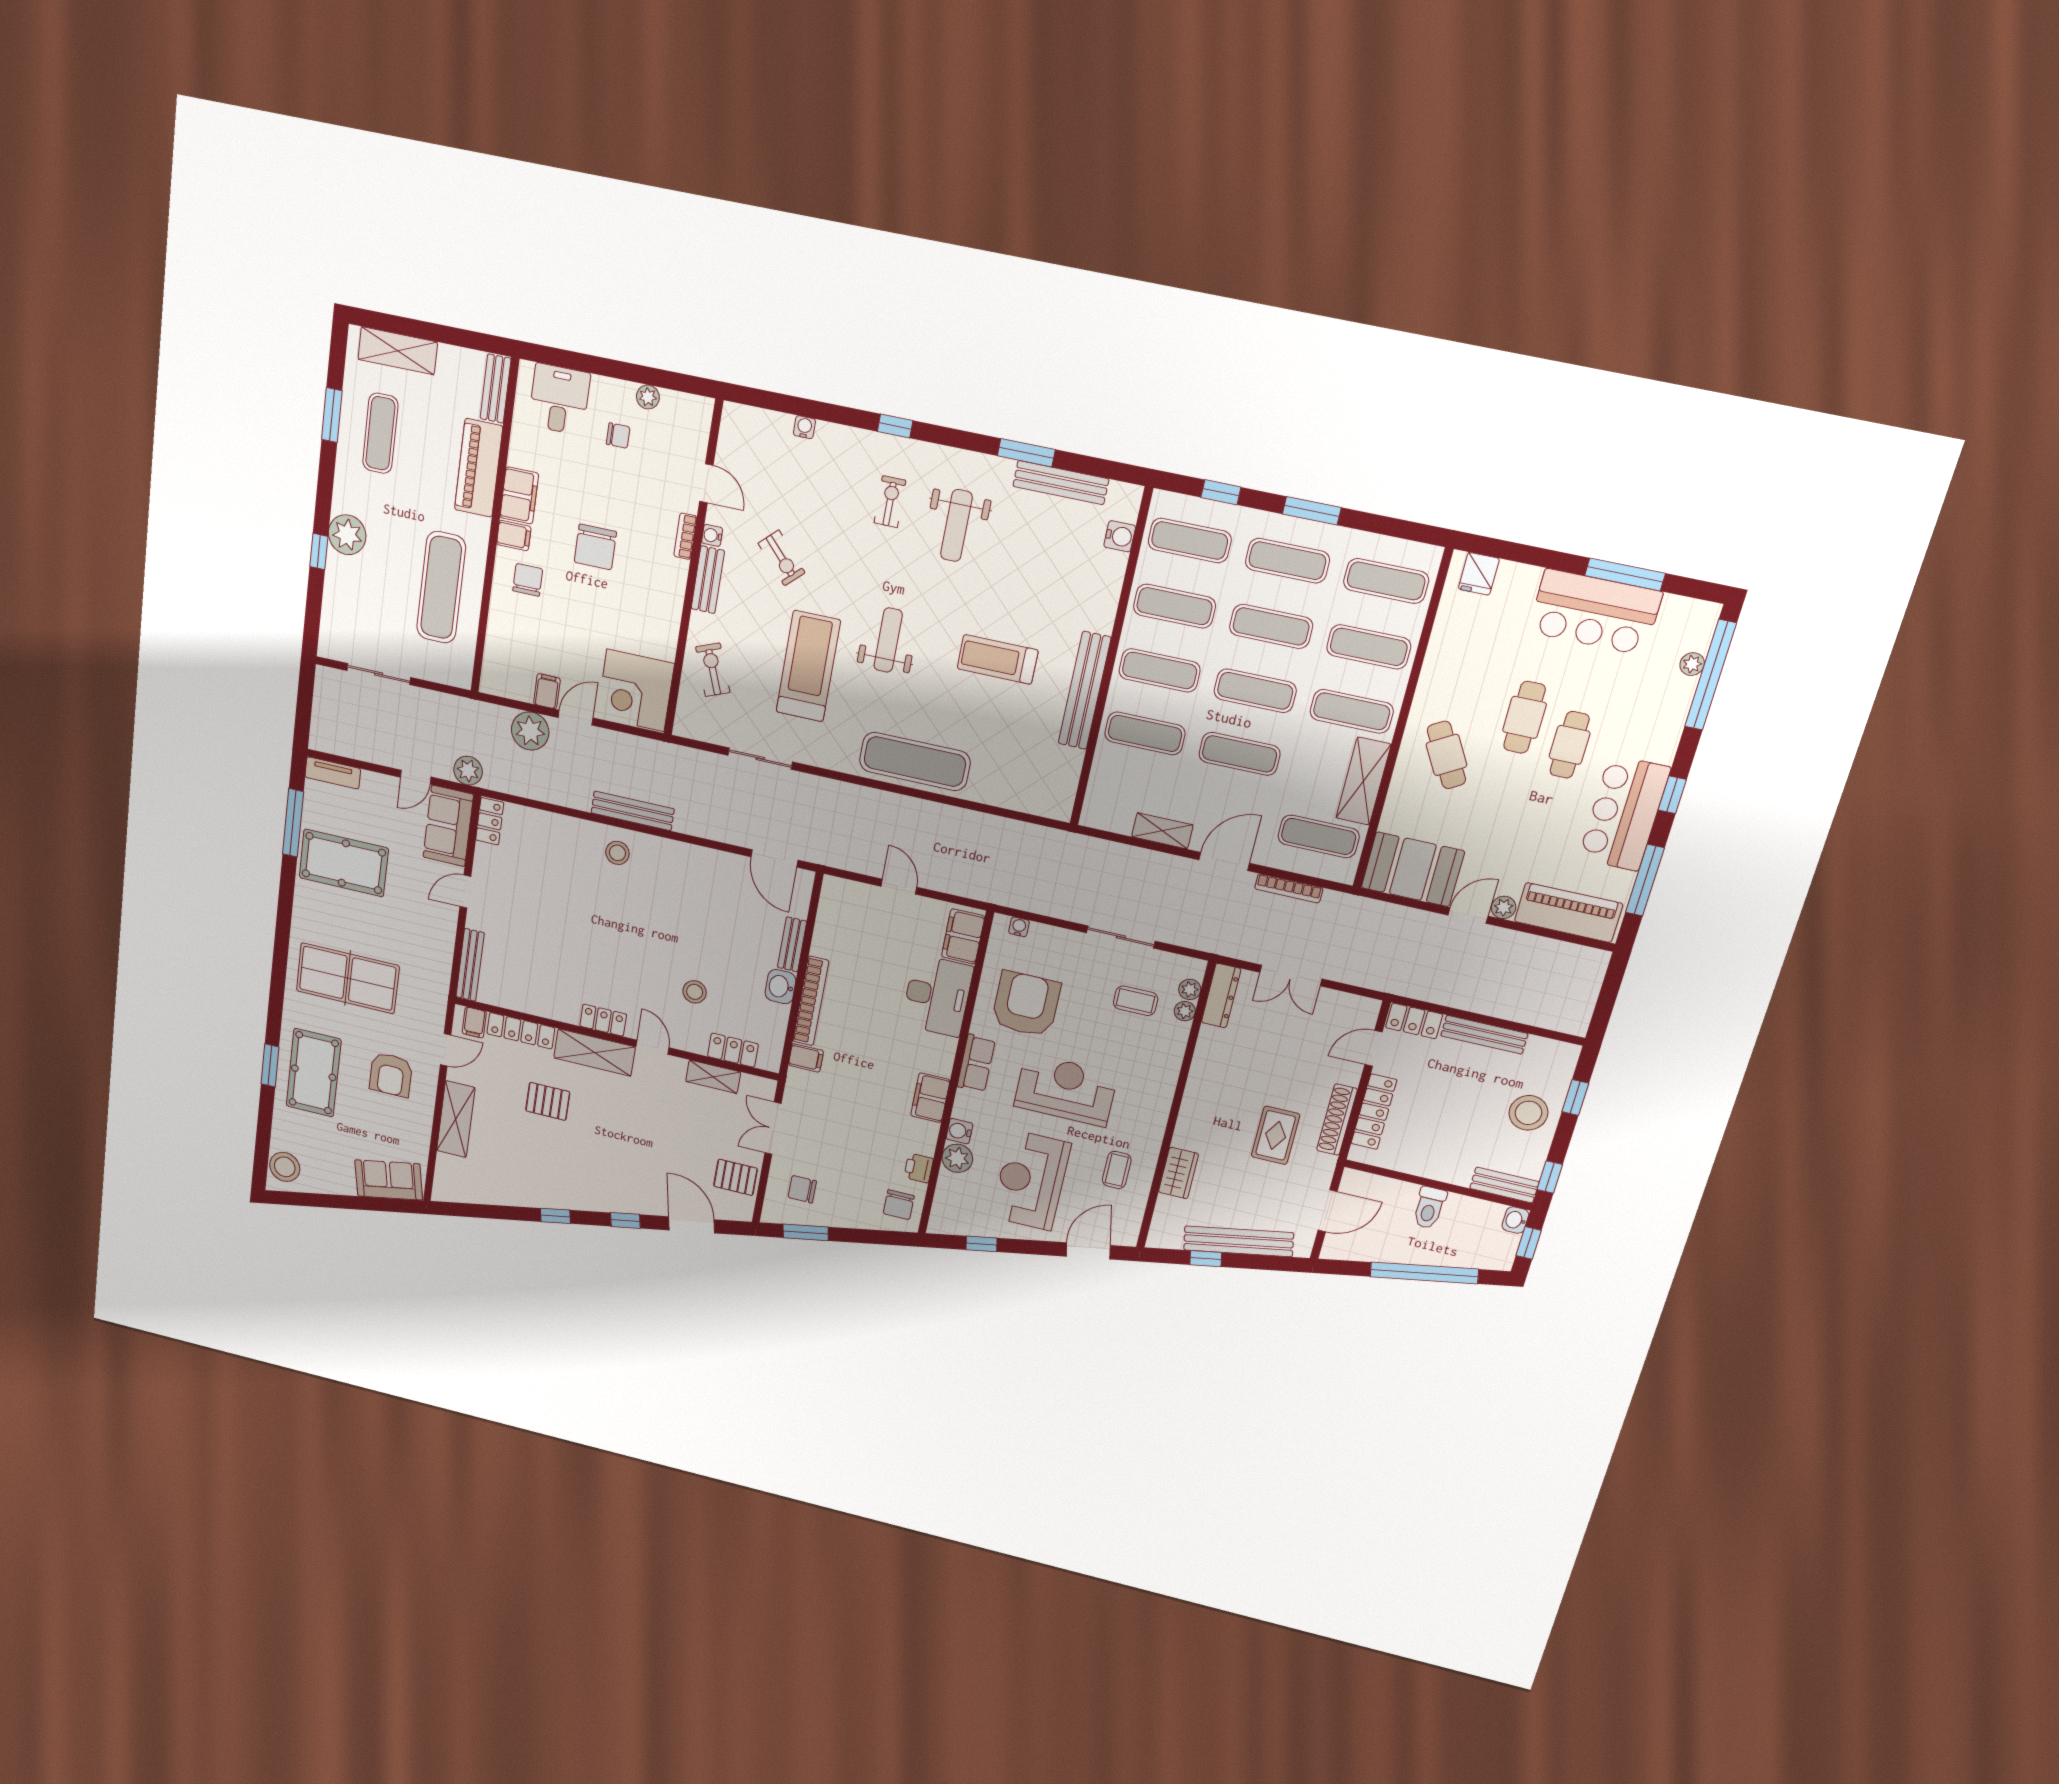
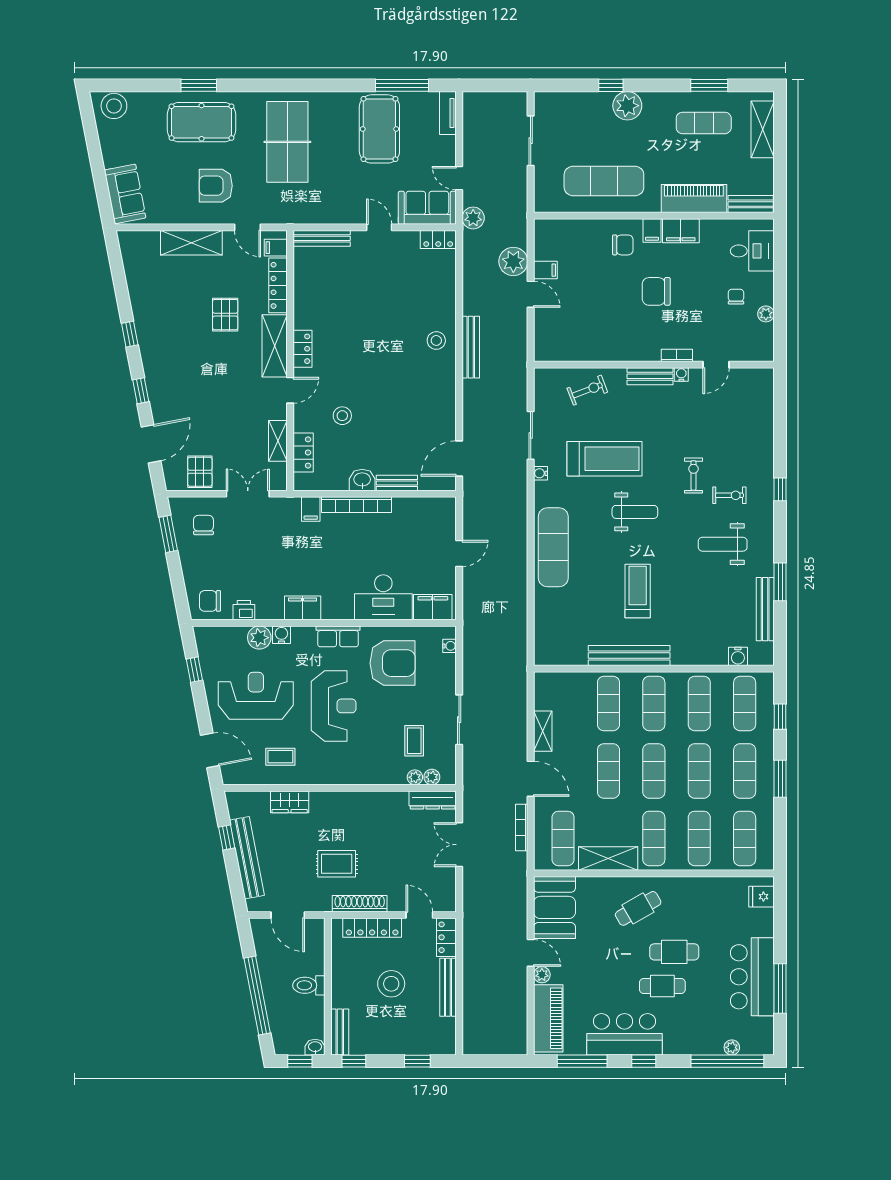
water cooler: (804, 427) -> (541, 473), moved, turned 180
chair: (618, 436) -> (736, 297), turned 180
exercise bike: (782, 558) -> (694, 475), moved, turned 133
corner desk: (636, 690) -> (560, 336), removed
stool: (1528, 1113) -> (391, 984), moved

